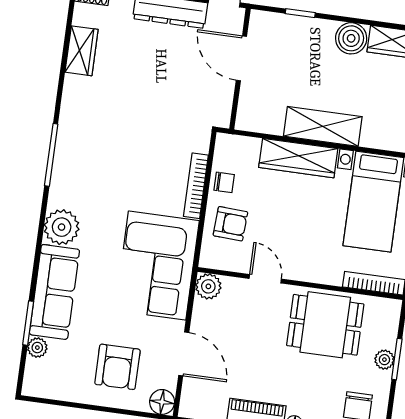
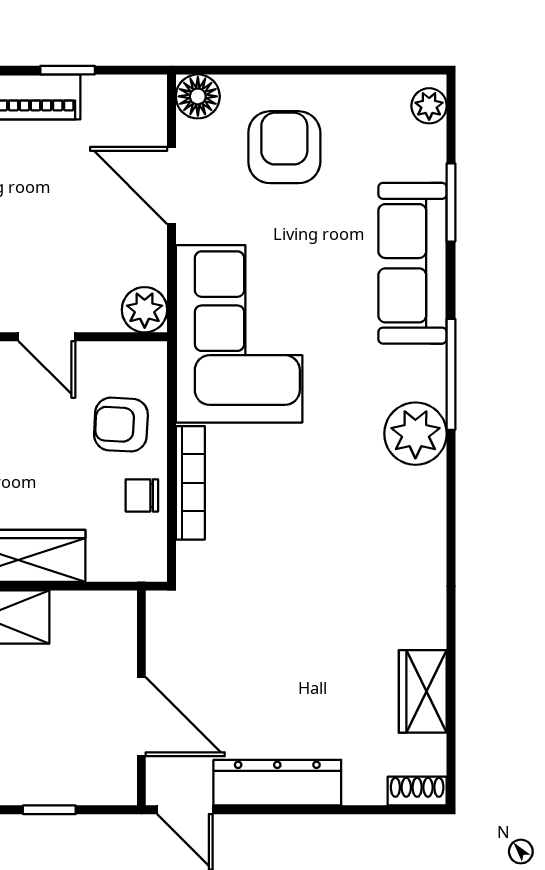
window: (51, 155) -> (451, 374), moved
plant: (62, 227) -> (415, 434), moved
plant: (37, 348) -> (429, 106), moved

